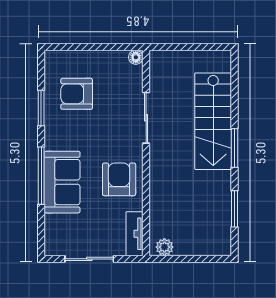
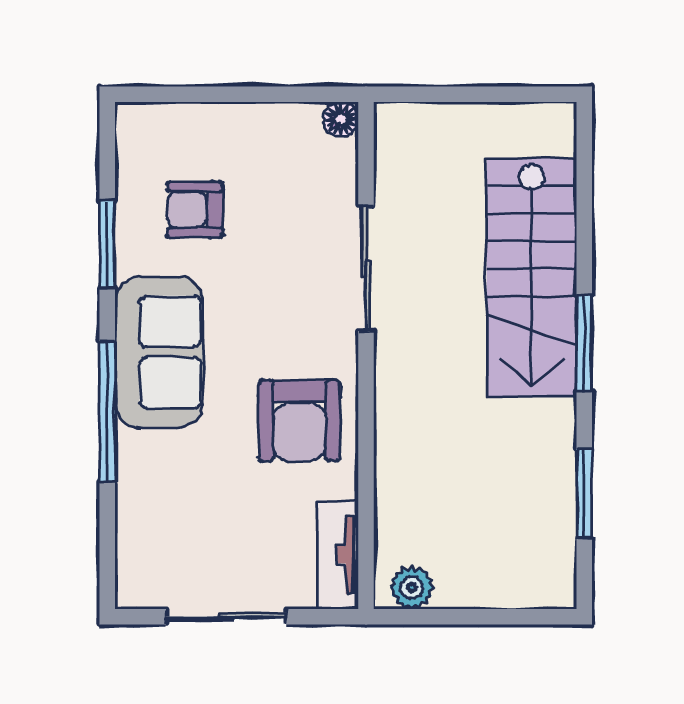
armchair: (77, 94) -> (195, 210), width x0.72, depth x0.72
armchair: (119, 179) -> (299, 421), turned 180
sofa: (62, 182) -> (159, 352), moved

